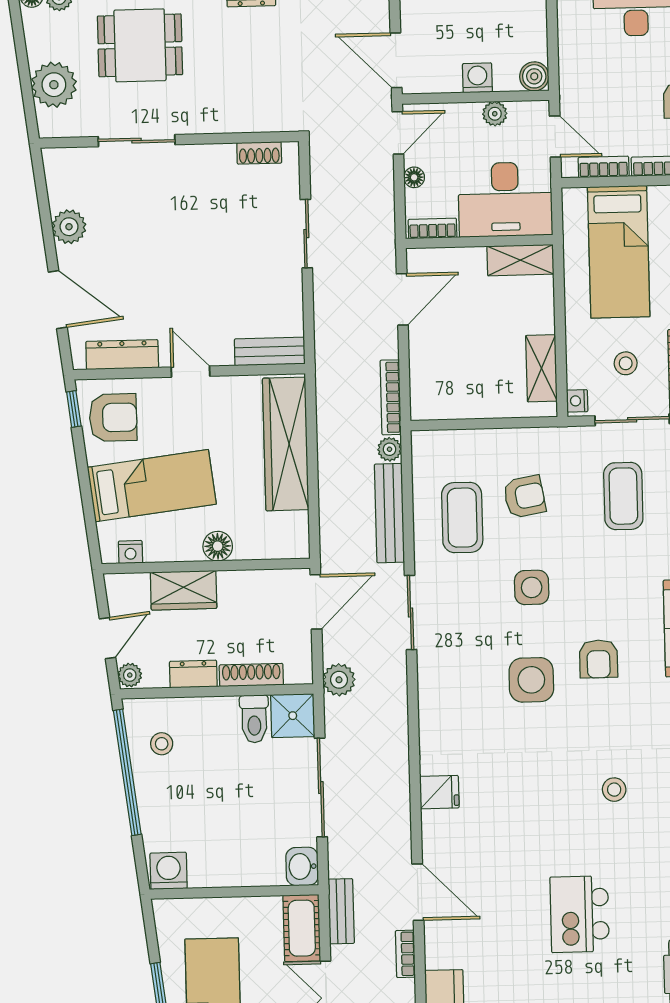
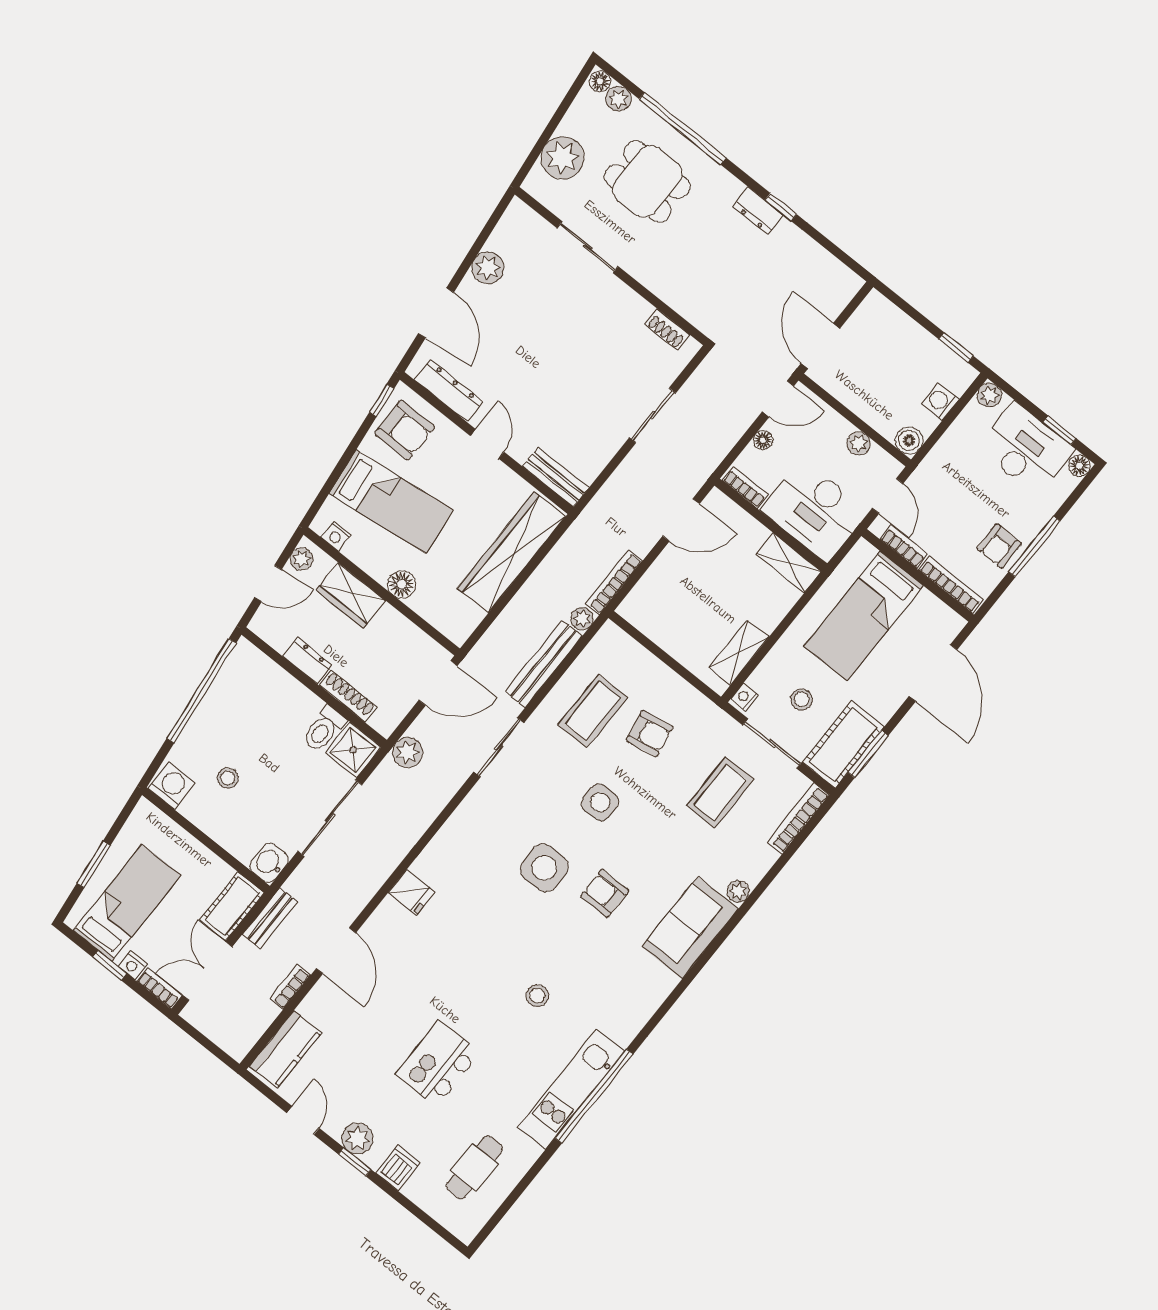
washing machine: (477, 78) -> (940, 401), moved, turned -90
armchair: (598, 659) -> (605, 893), turned 90
plant: (130, 675) -> (302, 559), moved
stool: (162, 744) -> (228, 778), moved

